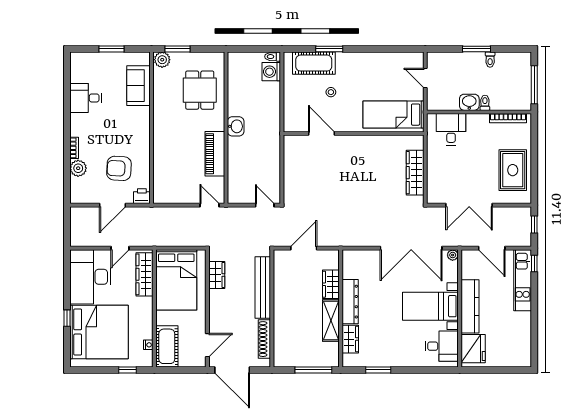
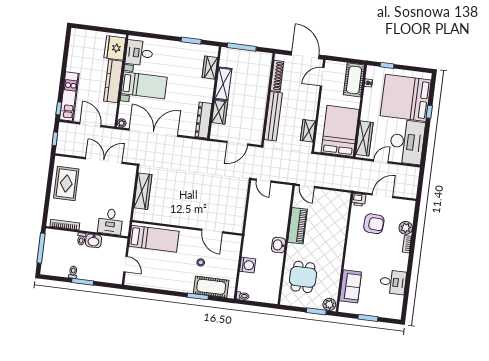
washing machine: (271, 72) -> (248, 265), moved
dresser: (350, 302) -> (203, 120), moved

